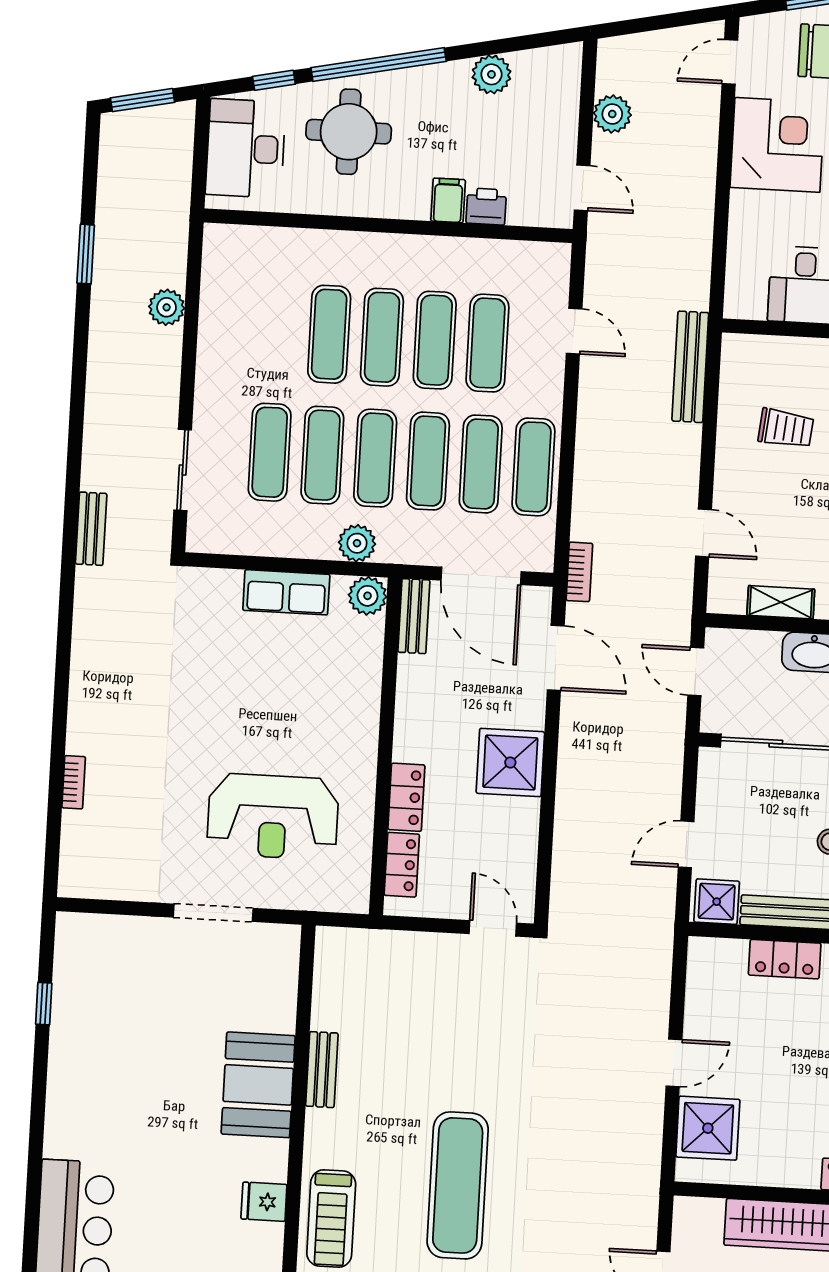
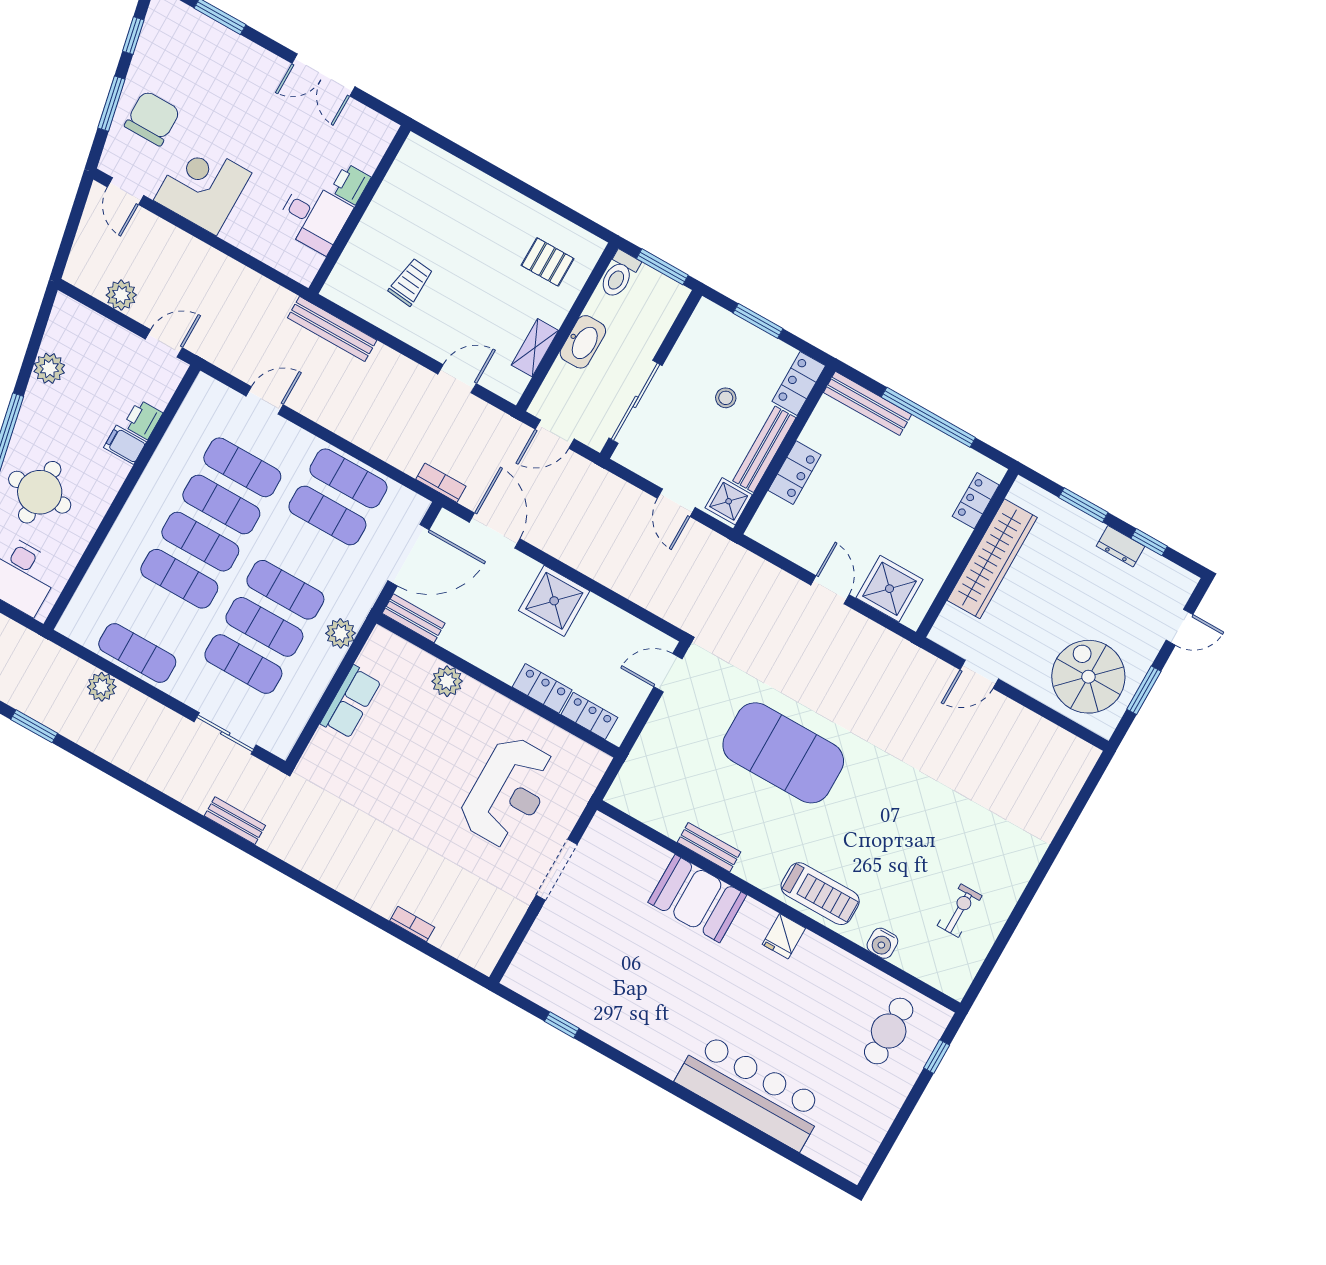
exercise mat: (428, 461) -> (137, 653), moved
plant: (368, 596) -> (447, 681), moved
door: (556, 658) -> (495, 530), hinge flipped
exercise mat: (458, 1185) -> (783, 753), moved, width x1.47

